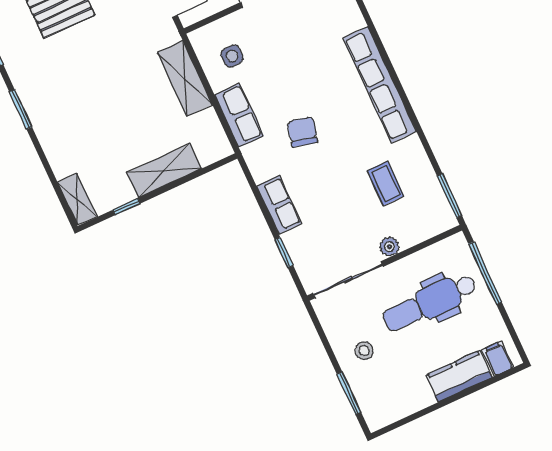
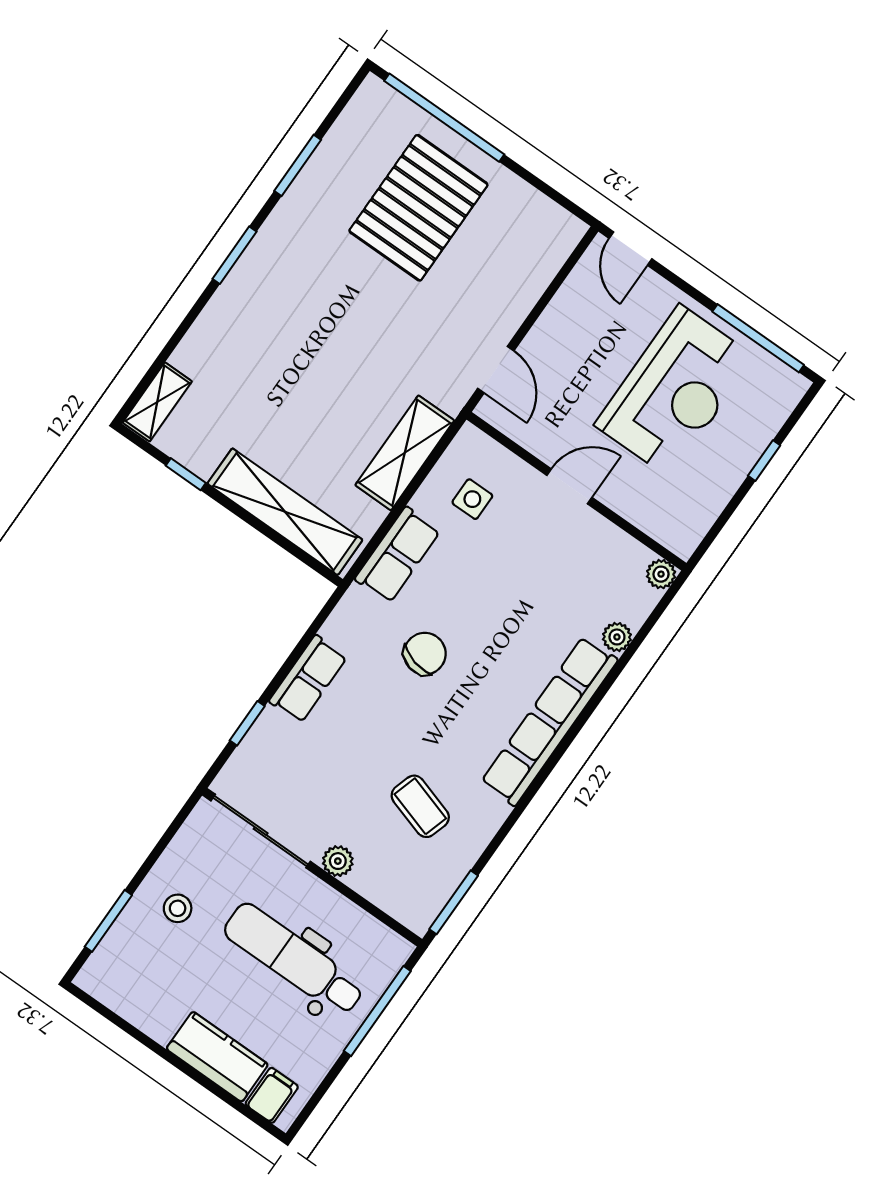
plant: (355, 20) -> (617, 637), added
shelving: (164, 171) -> (285, 512), width x1.47
coffee table: (386, 183) -> (420, 806), turned -73

